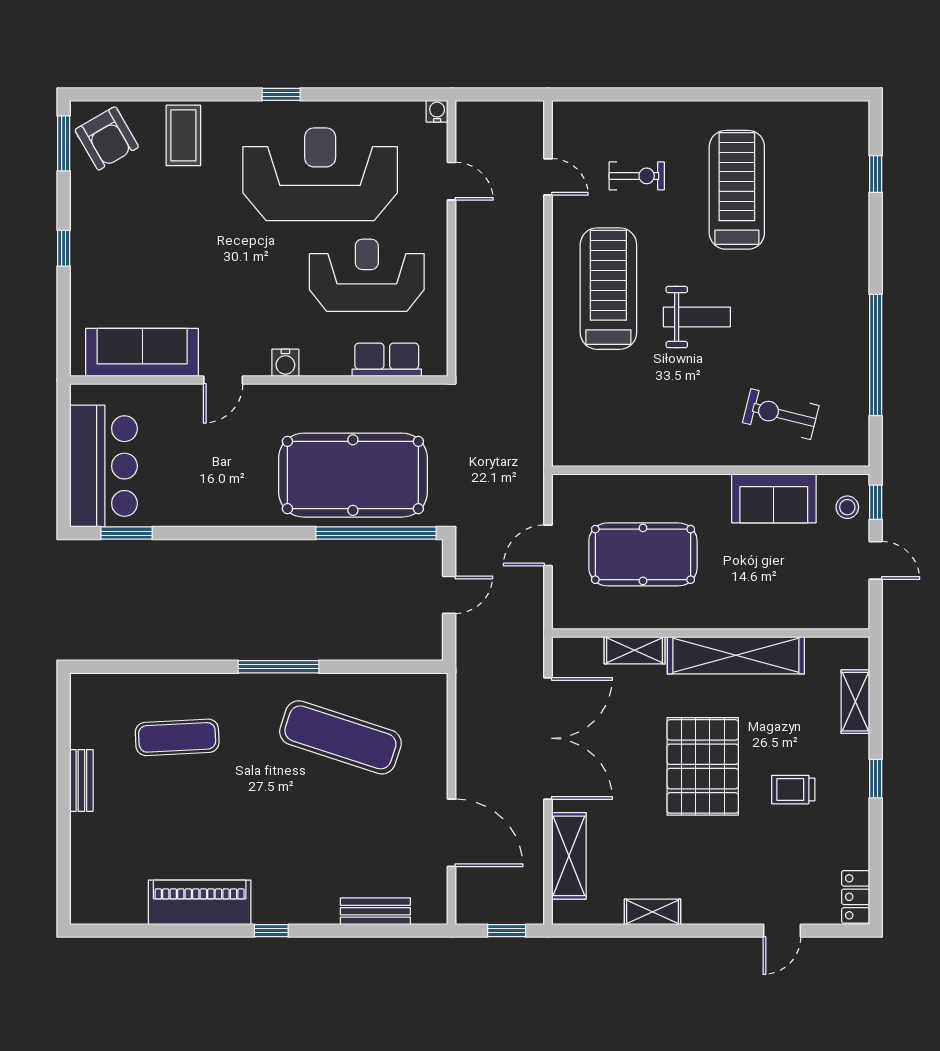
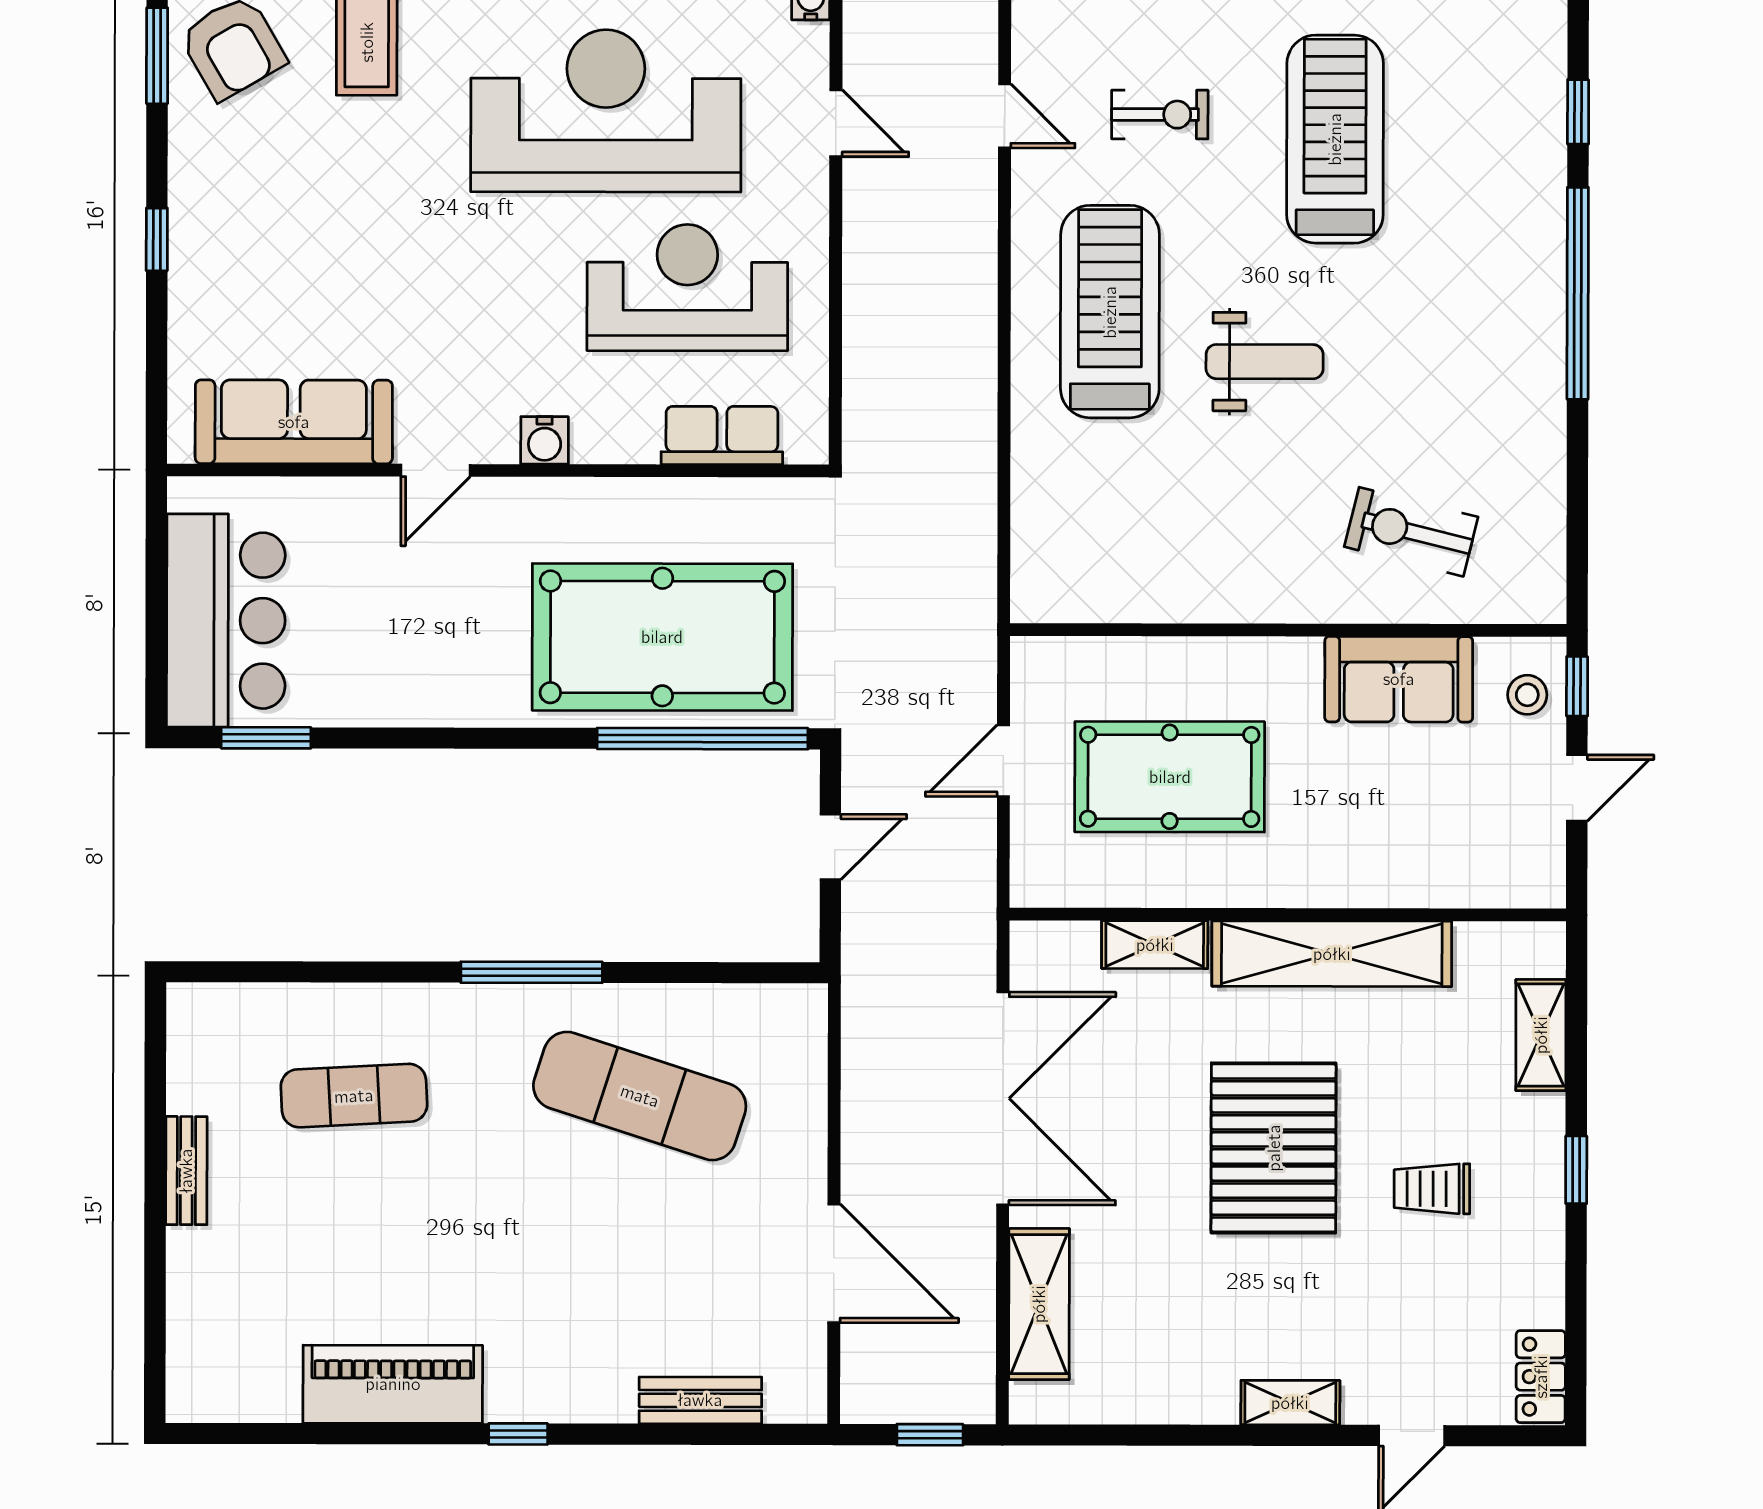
window: (876, 355) -> (1578, 293), moved
door: (876, 560) -> (1577, 788), hinge flipped
shelving: (652, 912) -> (1290, 1403), moved

